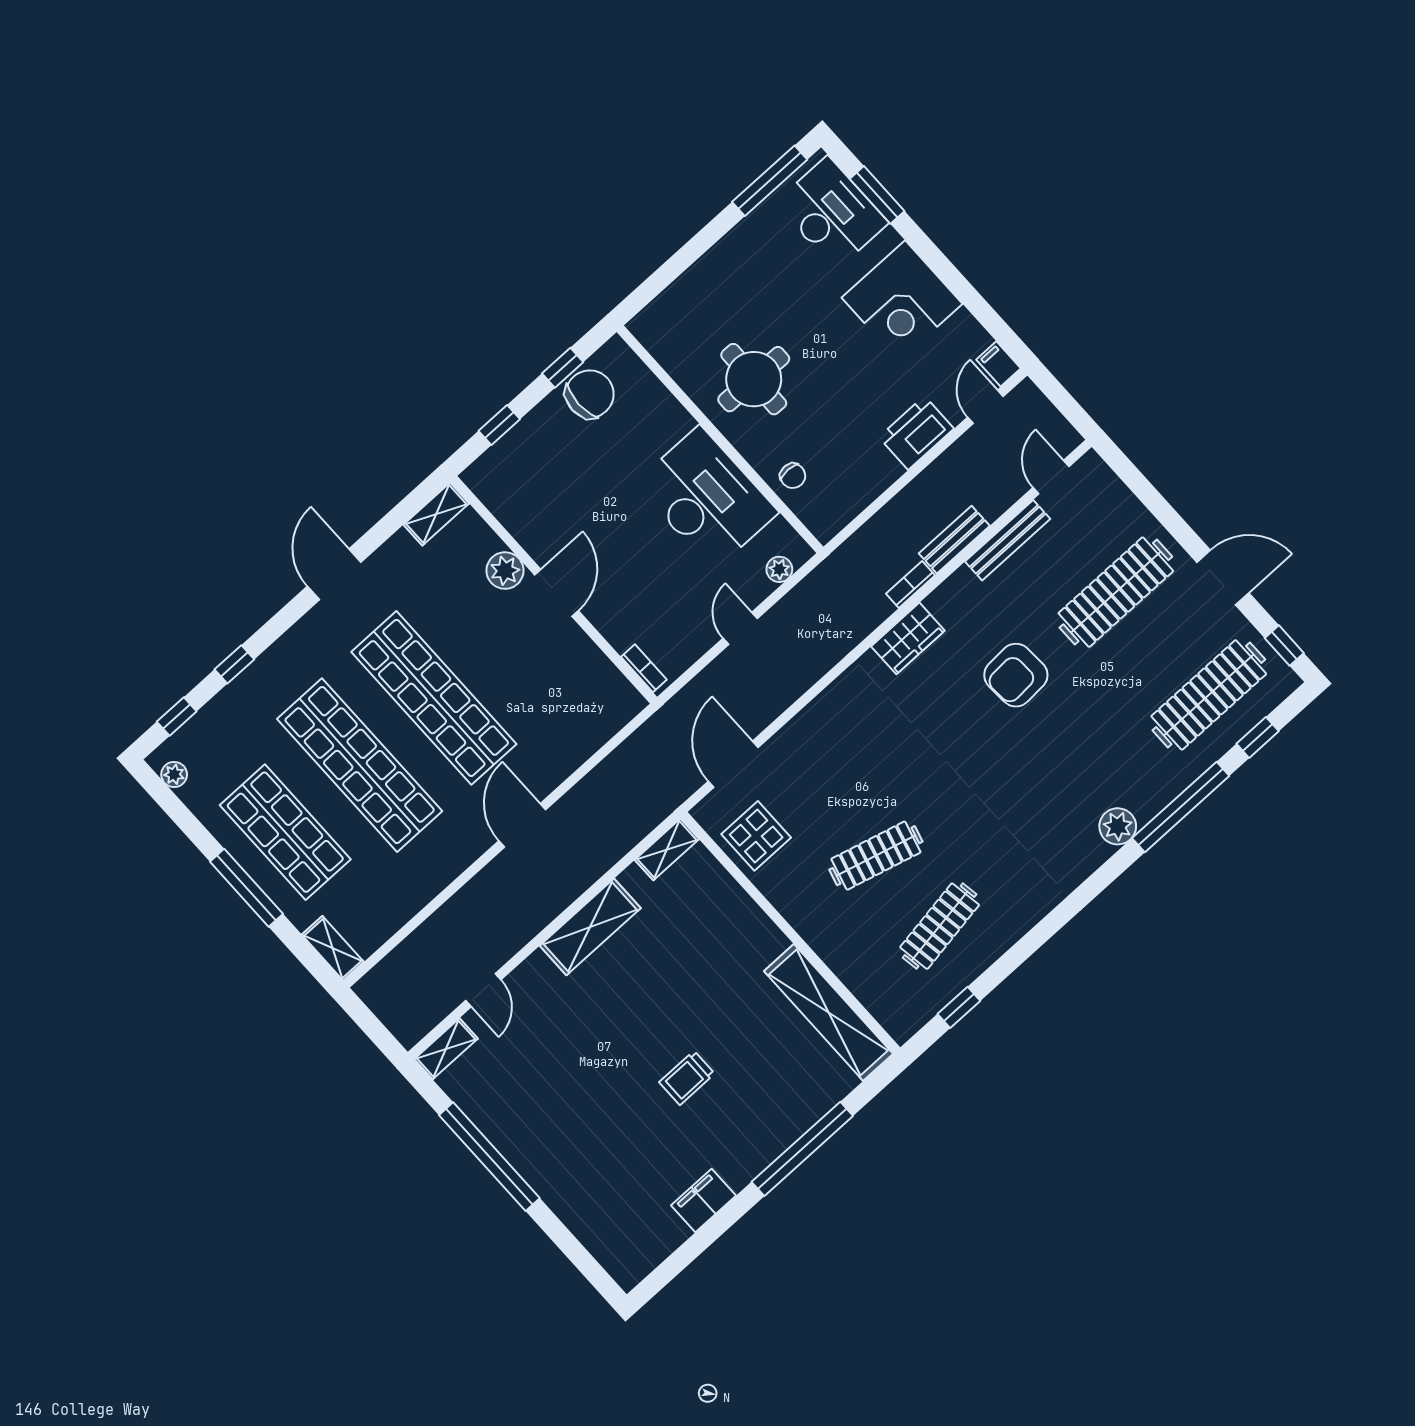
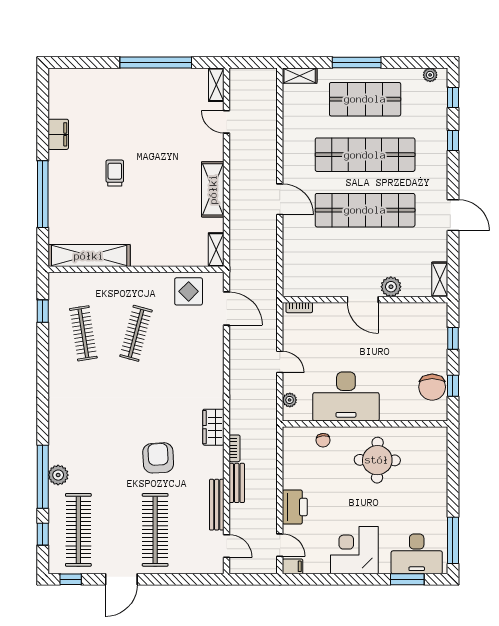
chair: (793, 476) -> (323, 440), turned -94
plant: (1118, 826) -> (58, 475), moved

